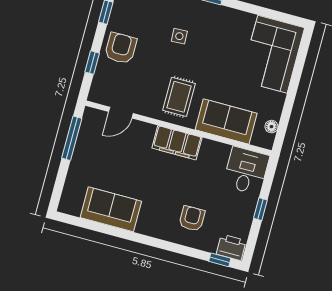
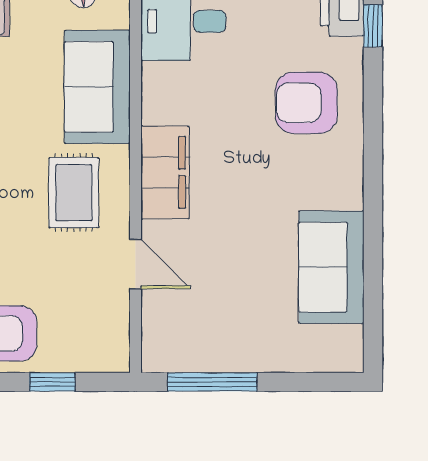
rug: (179, 97) -> (74, 193), turned 90
door: (121, 113) -> (136, 264), moved
armchair: (192, 218) -> (306, 103), width x1.38, depth x1.38

